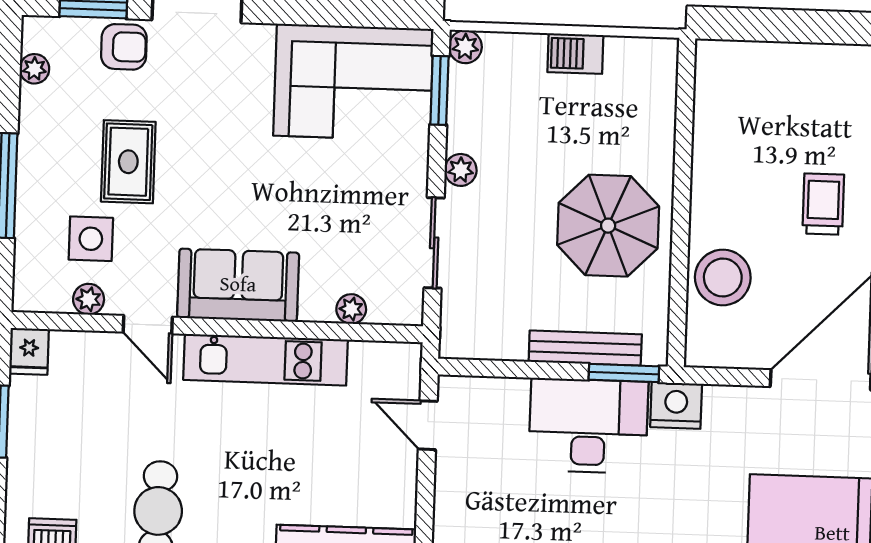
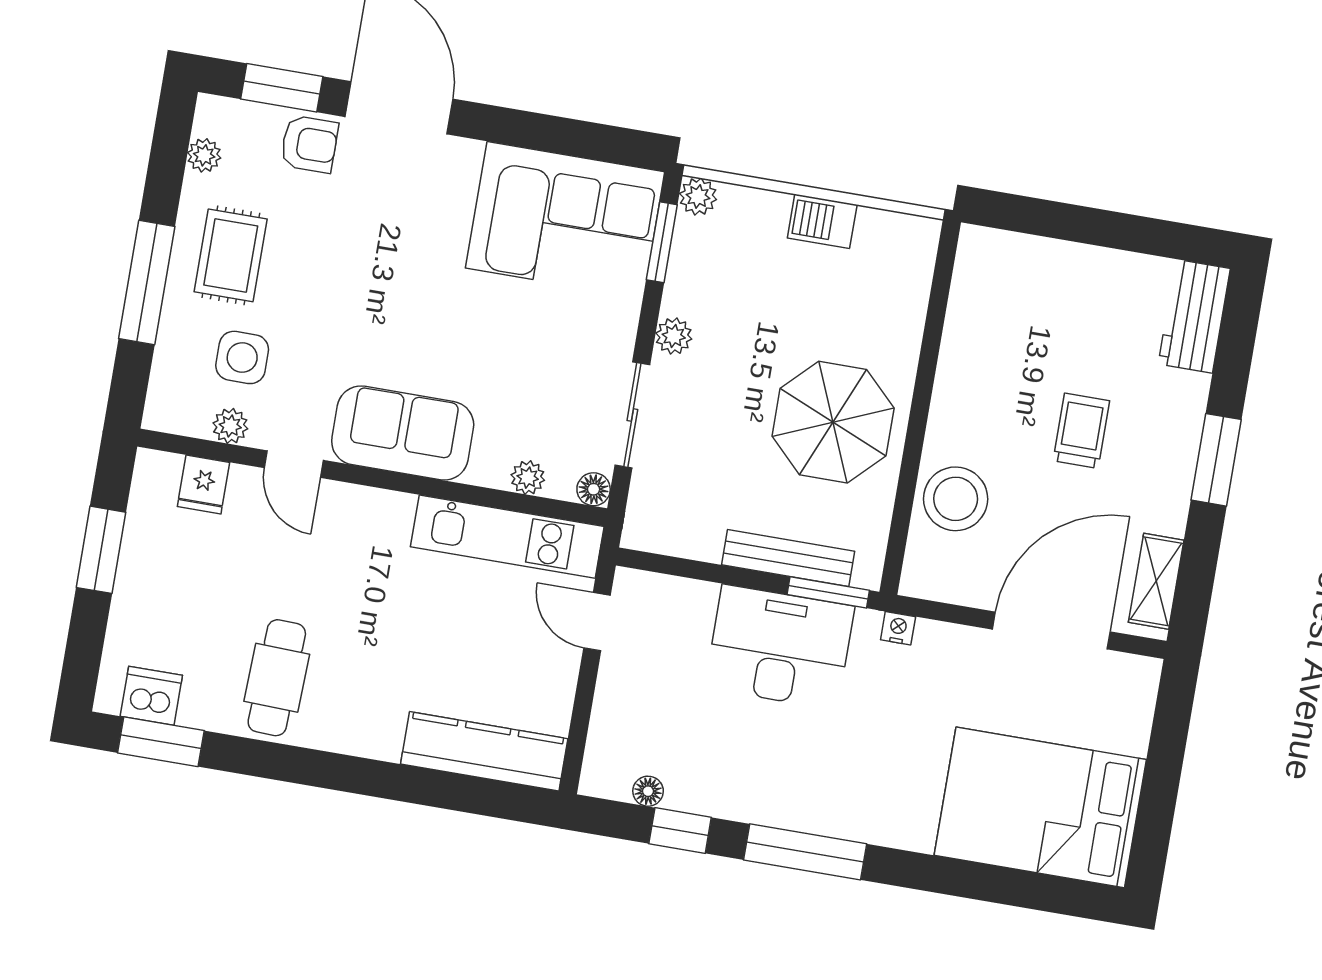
rug: (128, 162) -> (231, 255), moved
floor lamp: (409, 311) -> (594, 489), added
fridge: (29, 351) -> (203, 485), moved
kitchen unit: (266, 360) -> (507, 537), moved
nightstand: (676, 405) -> (898, 628), width x0.53, depth x0.56

